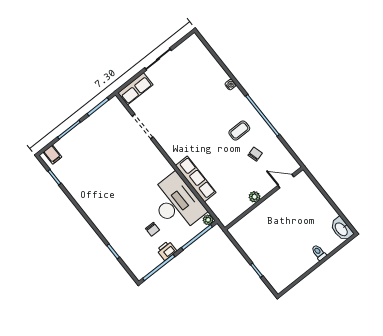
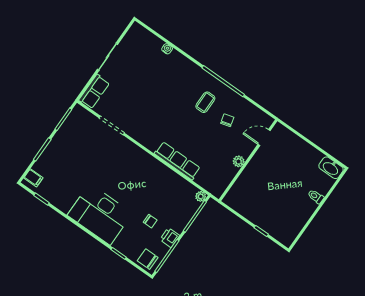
water cooler: (230, 85) -> (167, 49), moved
desk: (176, 203) -> (100, 214), moved, turned 180
chair: (139, 265) -> (148, 259), added

